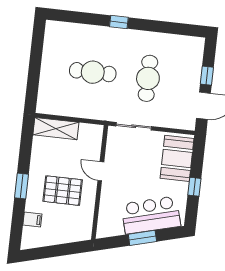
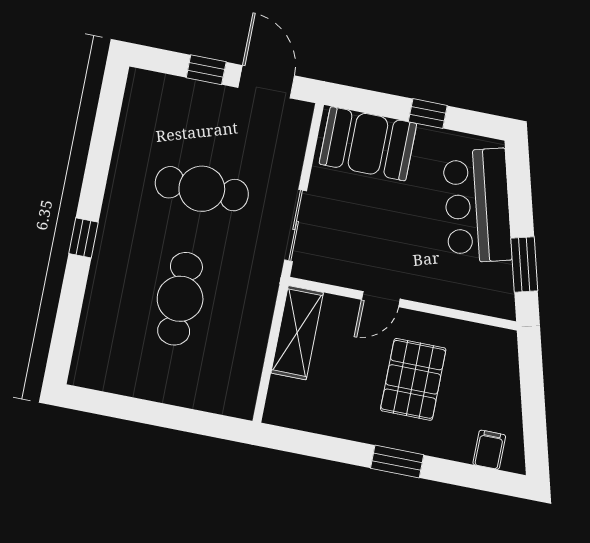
shelving: (56, 129) -> (297, 333), moved
filing cabinet: (32, 219) -> (489, 450), moved
window: (142, 238) -> (524, 264), moved

